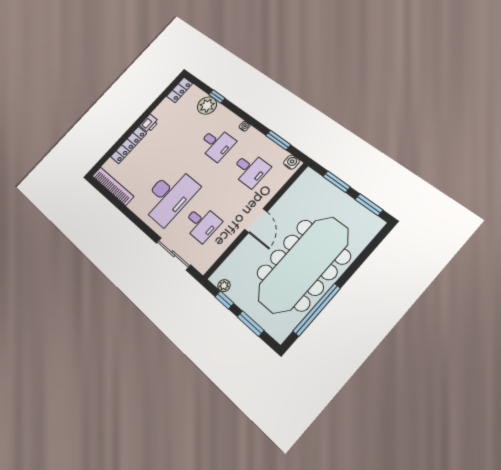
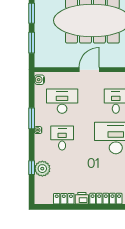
locker: (180, 90) -> (64, 199), moved
window: (278, 140) -> (32, 118), moved
desk: (250, 169) -> (62, 101), width x1.37

